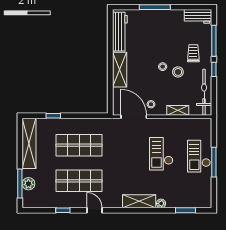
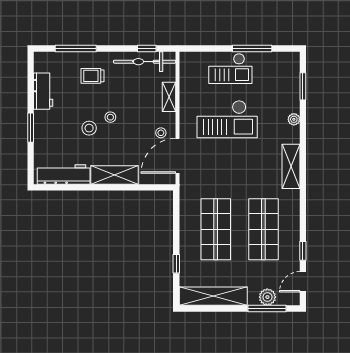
window: (155, 7) -> (31, 128), width x0.69
workbench: (198, 16) -> (43, 91), moved
window: (214, 69) -> (147, 49), moved
stool: (178, 72) -> (89, 128), moved
checkout: (161, 154) -> (227, 119), width x1.36, depth x1.21
window: (214, 162) -> (252, 49), moved
shelving: (139, 201) -> (291, 166), moved
door: (95, 210) -> (303, 282), moved

